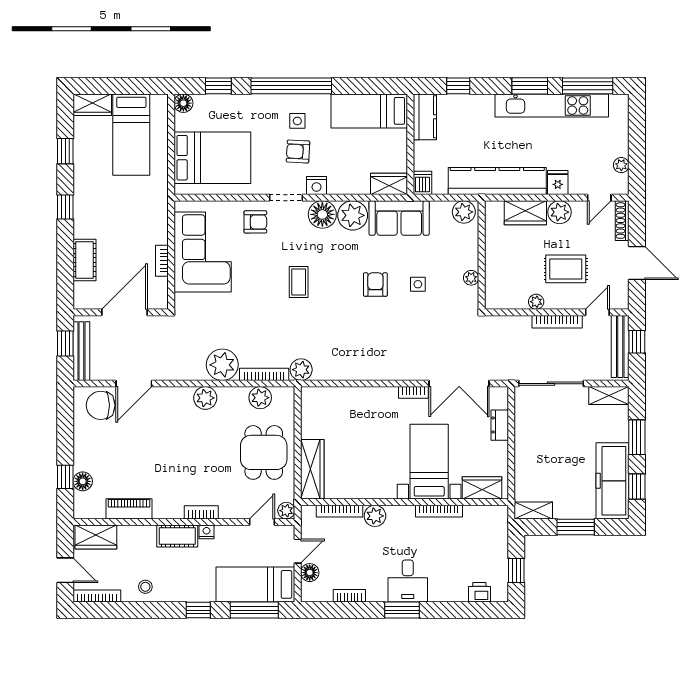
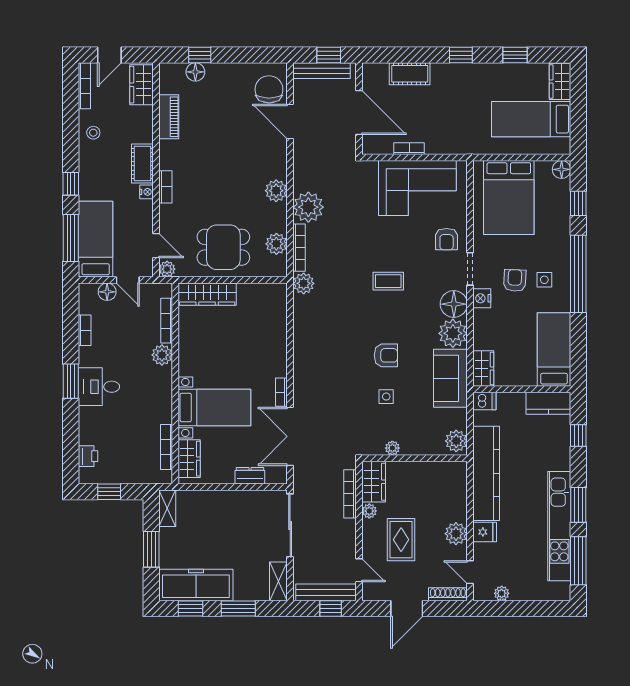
wardrobe: (525, 213) -> (374, 482), moved, turned 180
bookcase: (557, 322) -> (350, 494), moved
bookcase: (439, 511) -> (167, 447), moved

